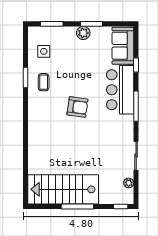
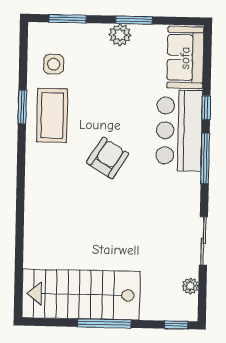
window: (136, 65) -> (206, 108), moved
coffee table: (44, 82) -> (52, 115), width x1.86, depth x1.72
armchair: (77, 107) -> (108, 158), turned -66

